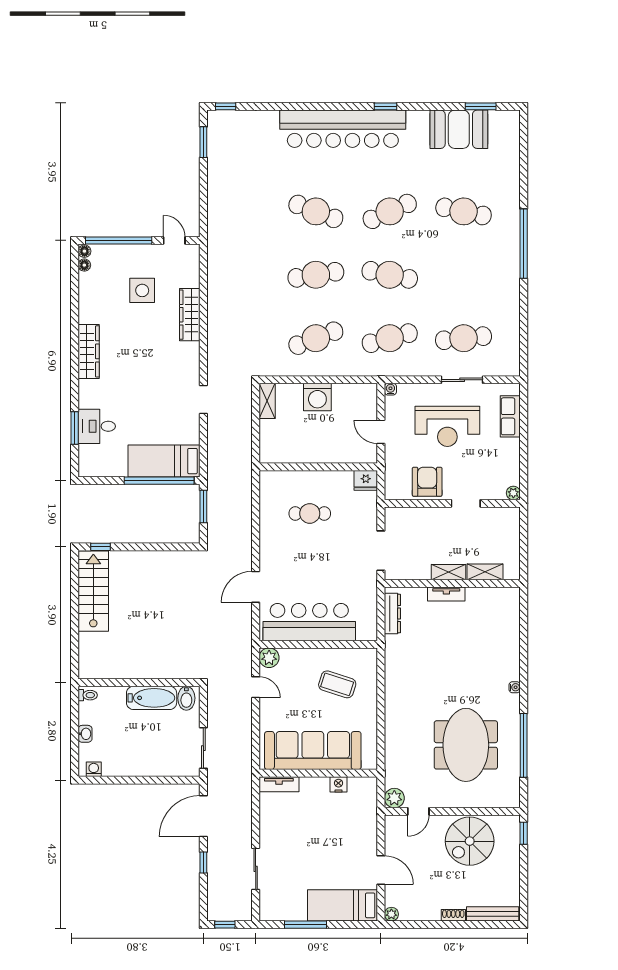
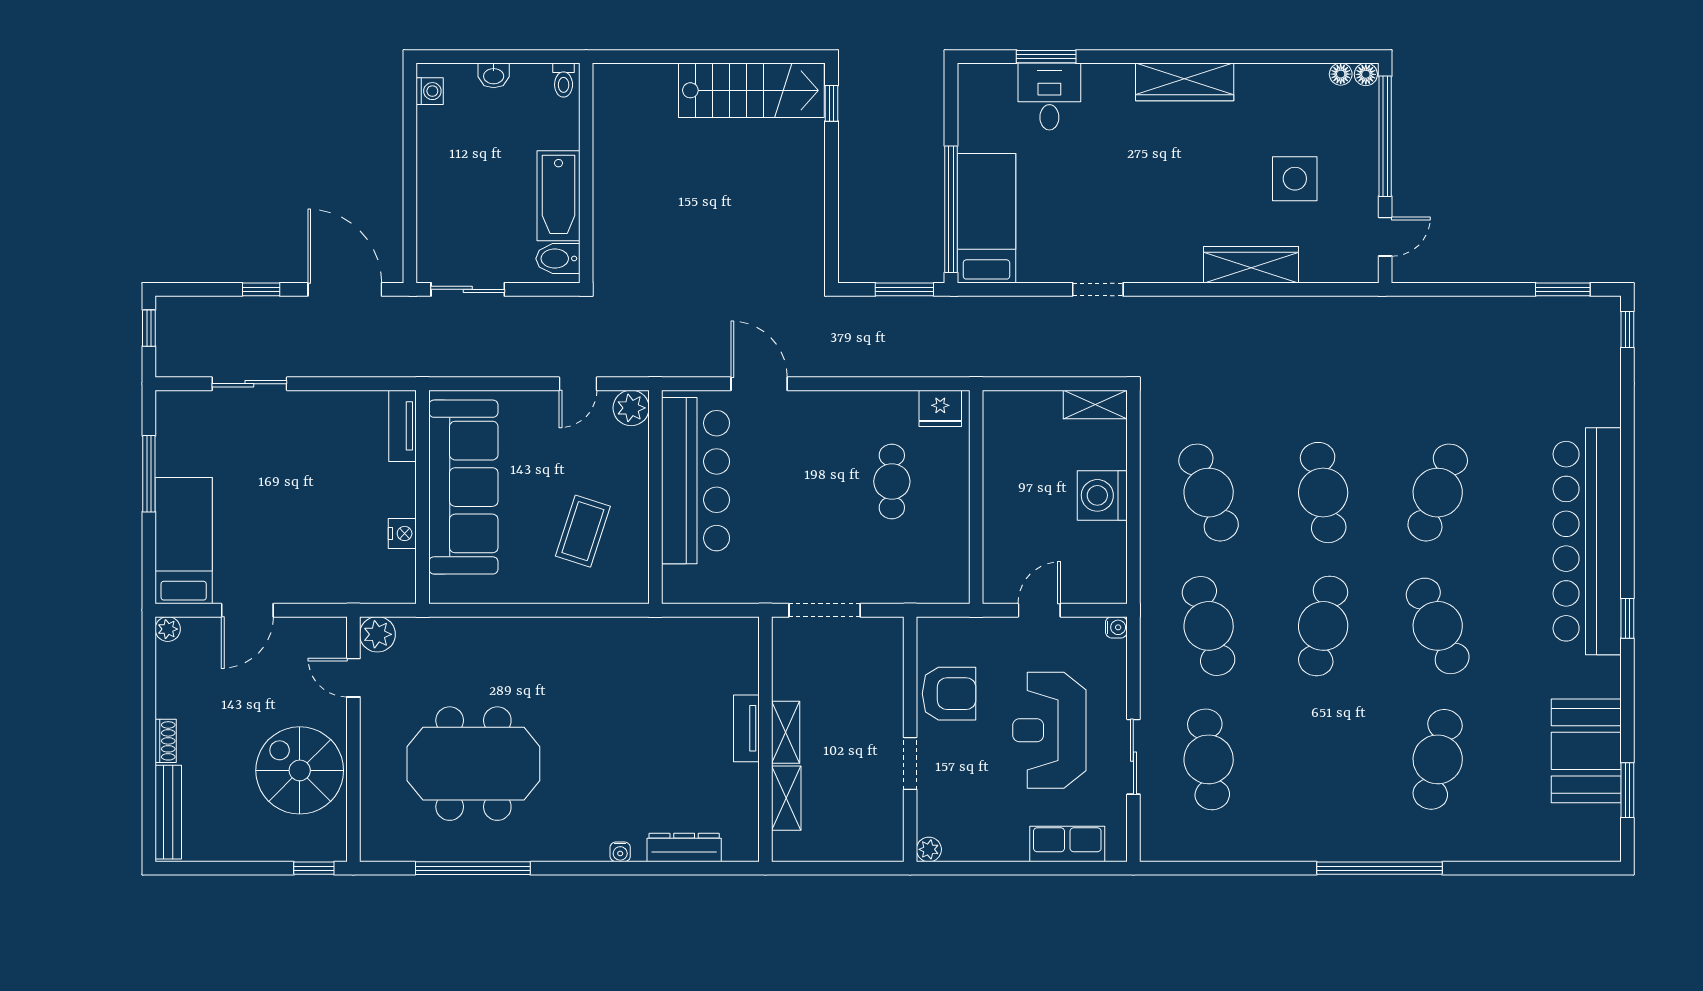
fridge: (366, 480) -> (940, 408), moved, turned -90
dresser: (392, 614) -> (684, 847), moved, turned 180
water cooler: (515, 687) -> (620, 852), moved

